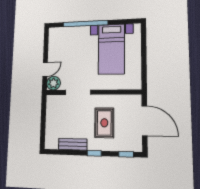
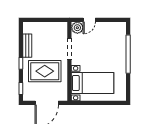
bed with nightstands: (111, 49) -> (92, 83), moved, turned 180
door: (45, 69) -> (89, 20), hinge flipped
rug: (104, 123) -> (45, 71), width x1.36, depth x1.43

